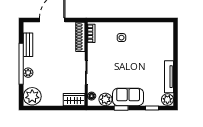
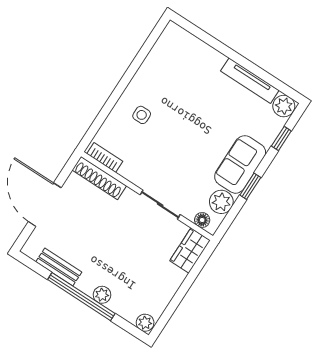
plant: (32, 96) -> (145, 323), width x0.53, depth x0.53

